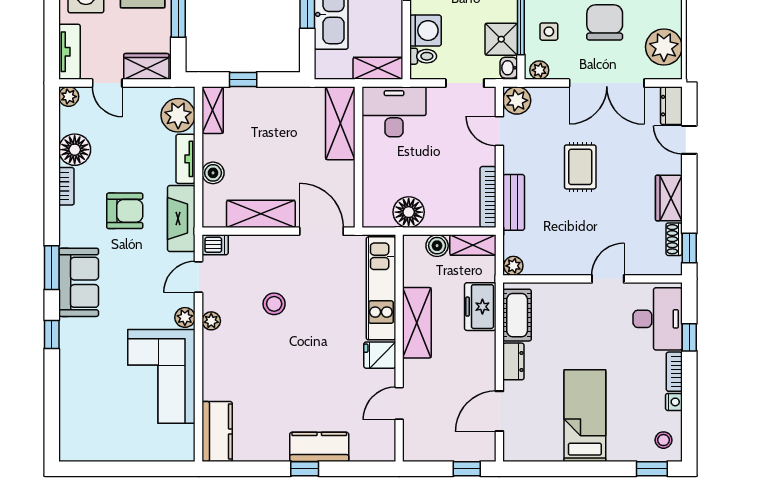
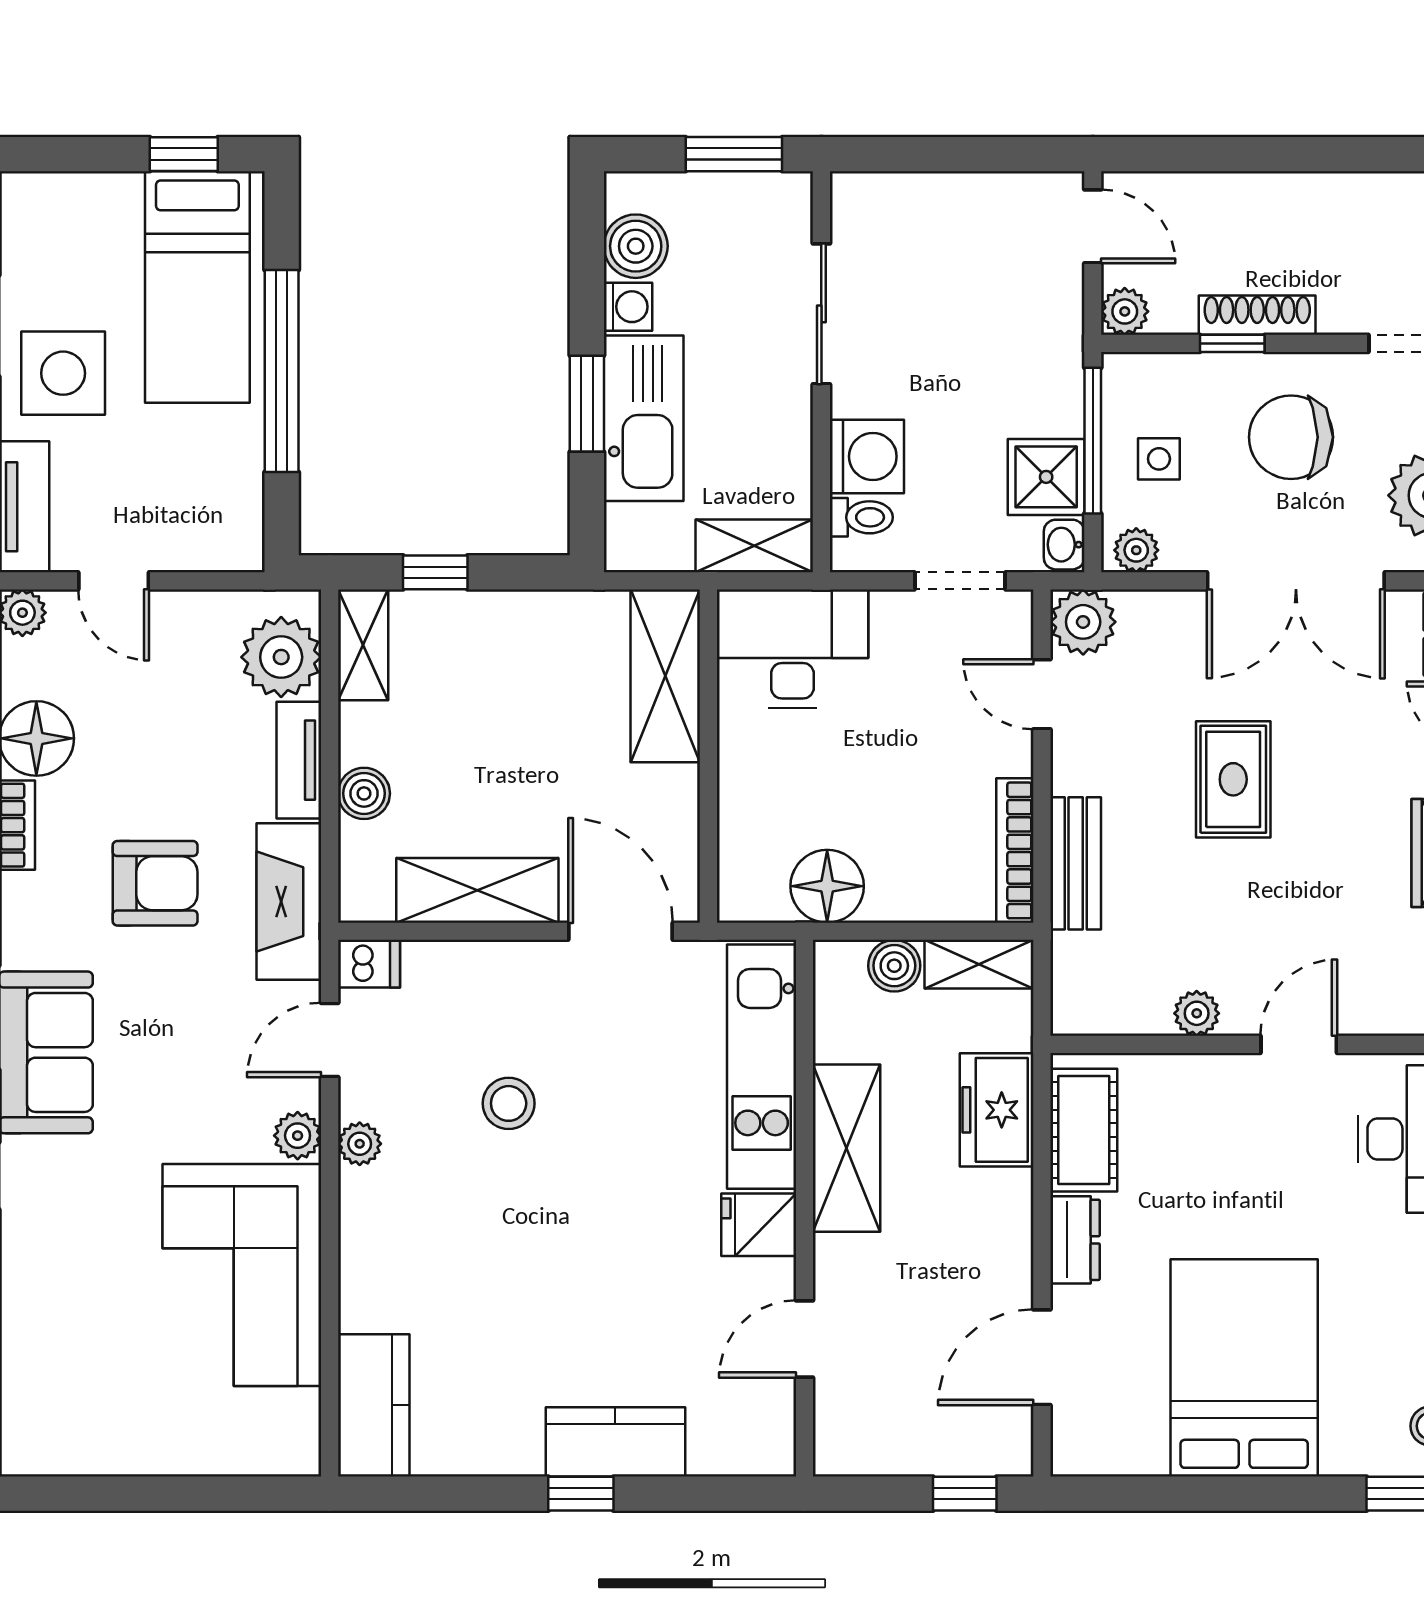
chair: (605, 22) -> (1291, 437), turned -90
wardrobe: (146, 66) -> (206, 542), removed
plant: (513, 266) -> (1197, 1013), moved
bed: (585, 416) -> (1244, 1368), width x1.50

